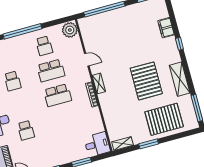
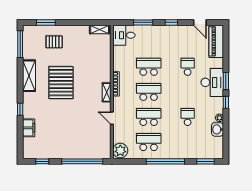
school desk: (44, 46) -> (149, 142), width x1.85
pallet: (164, 119) -> (54, 42), width x0.49, depth x0.50
school desk: (64, 120) -> (149, 67), added
window: (149, 144) -> (46, 22), moved

